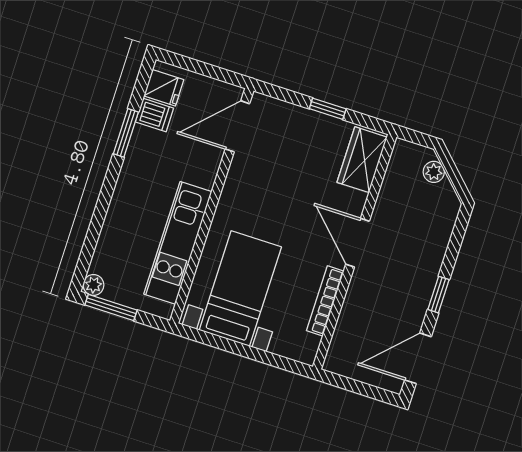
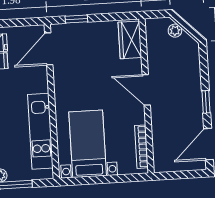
window: (328, 109) -> (76, 19), moved
bookcase: (325, 301) -> (141, 147), moved

